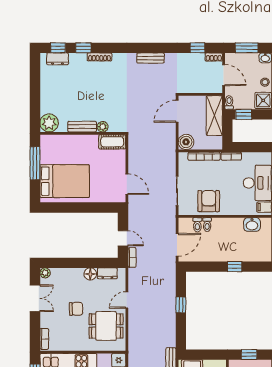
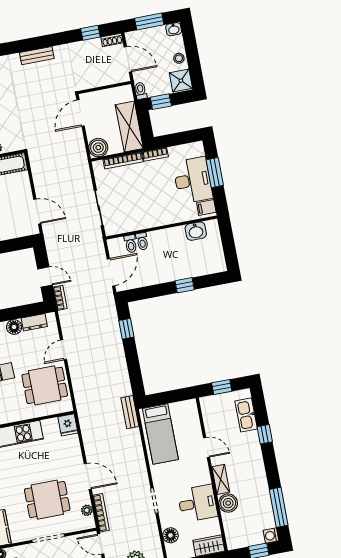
shelving: (214, 116) -> (129, 127), moved
armchair: (209, 201) -> (139, 213), removed
window: (181, 305) -> (126, 329), moved

